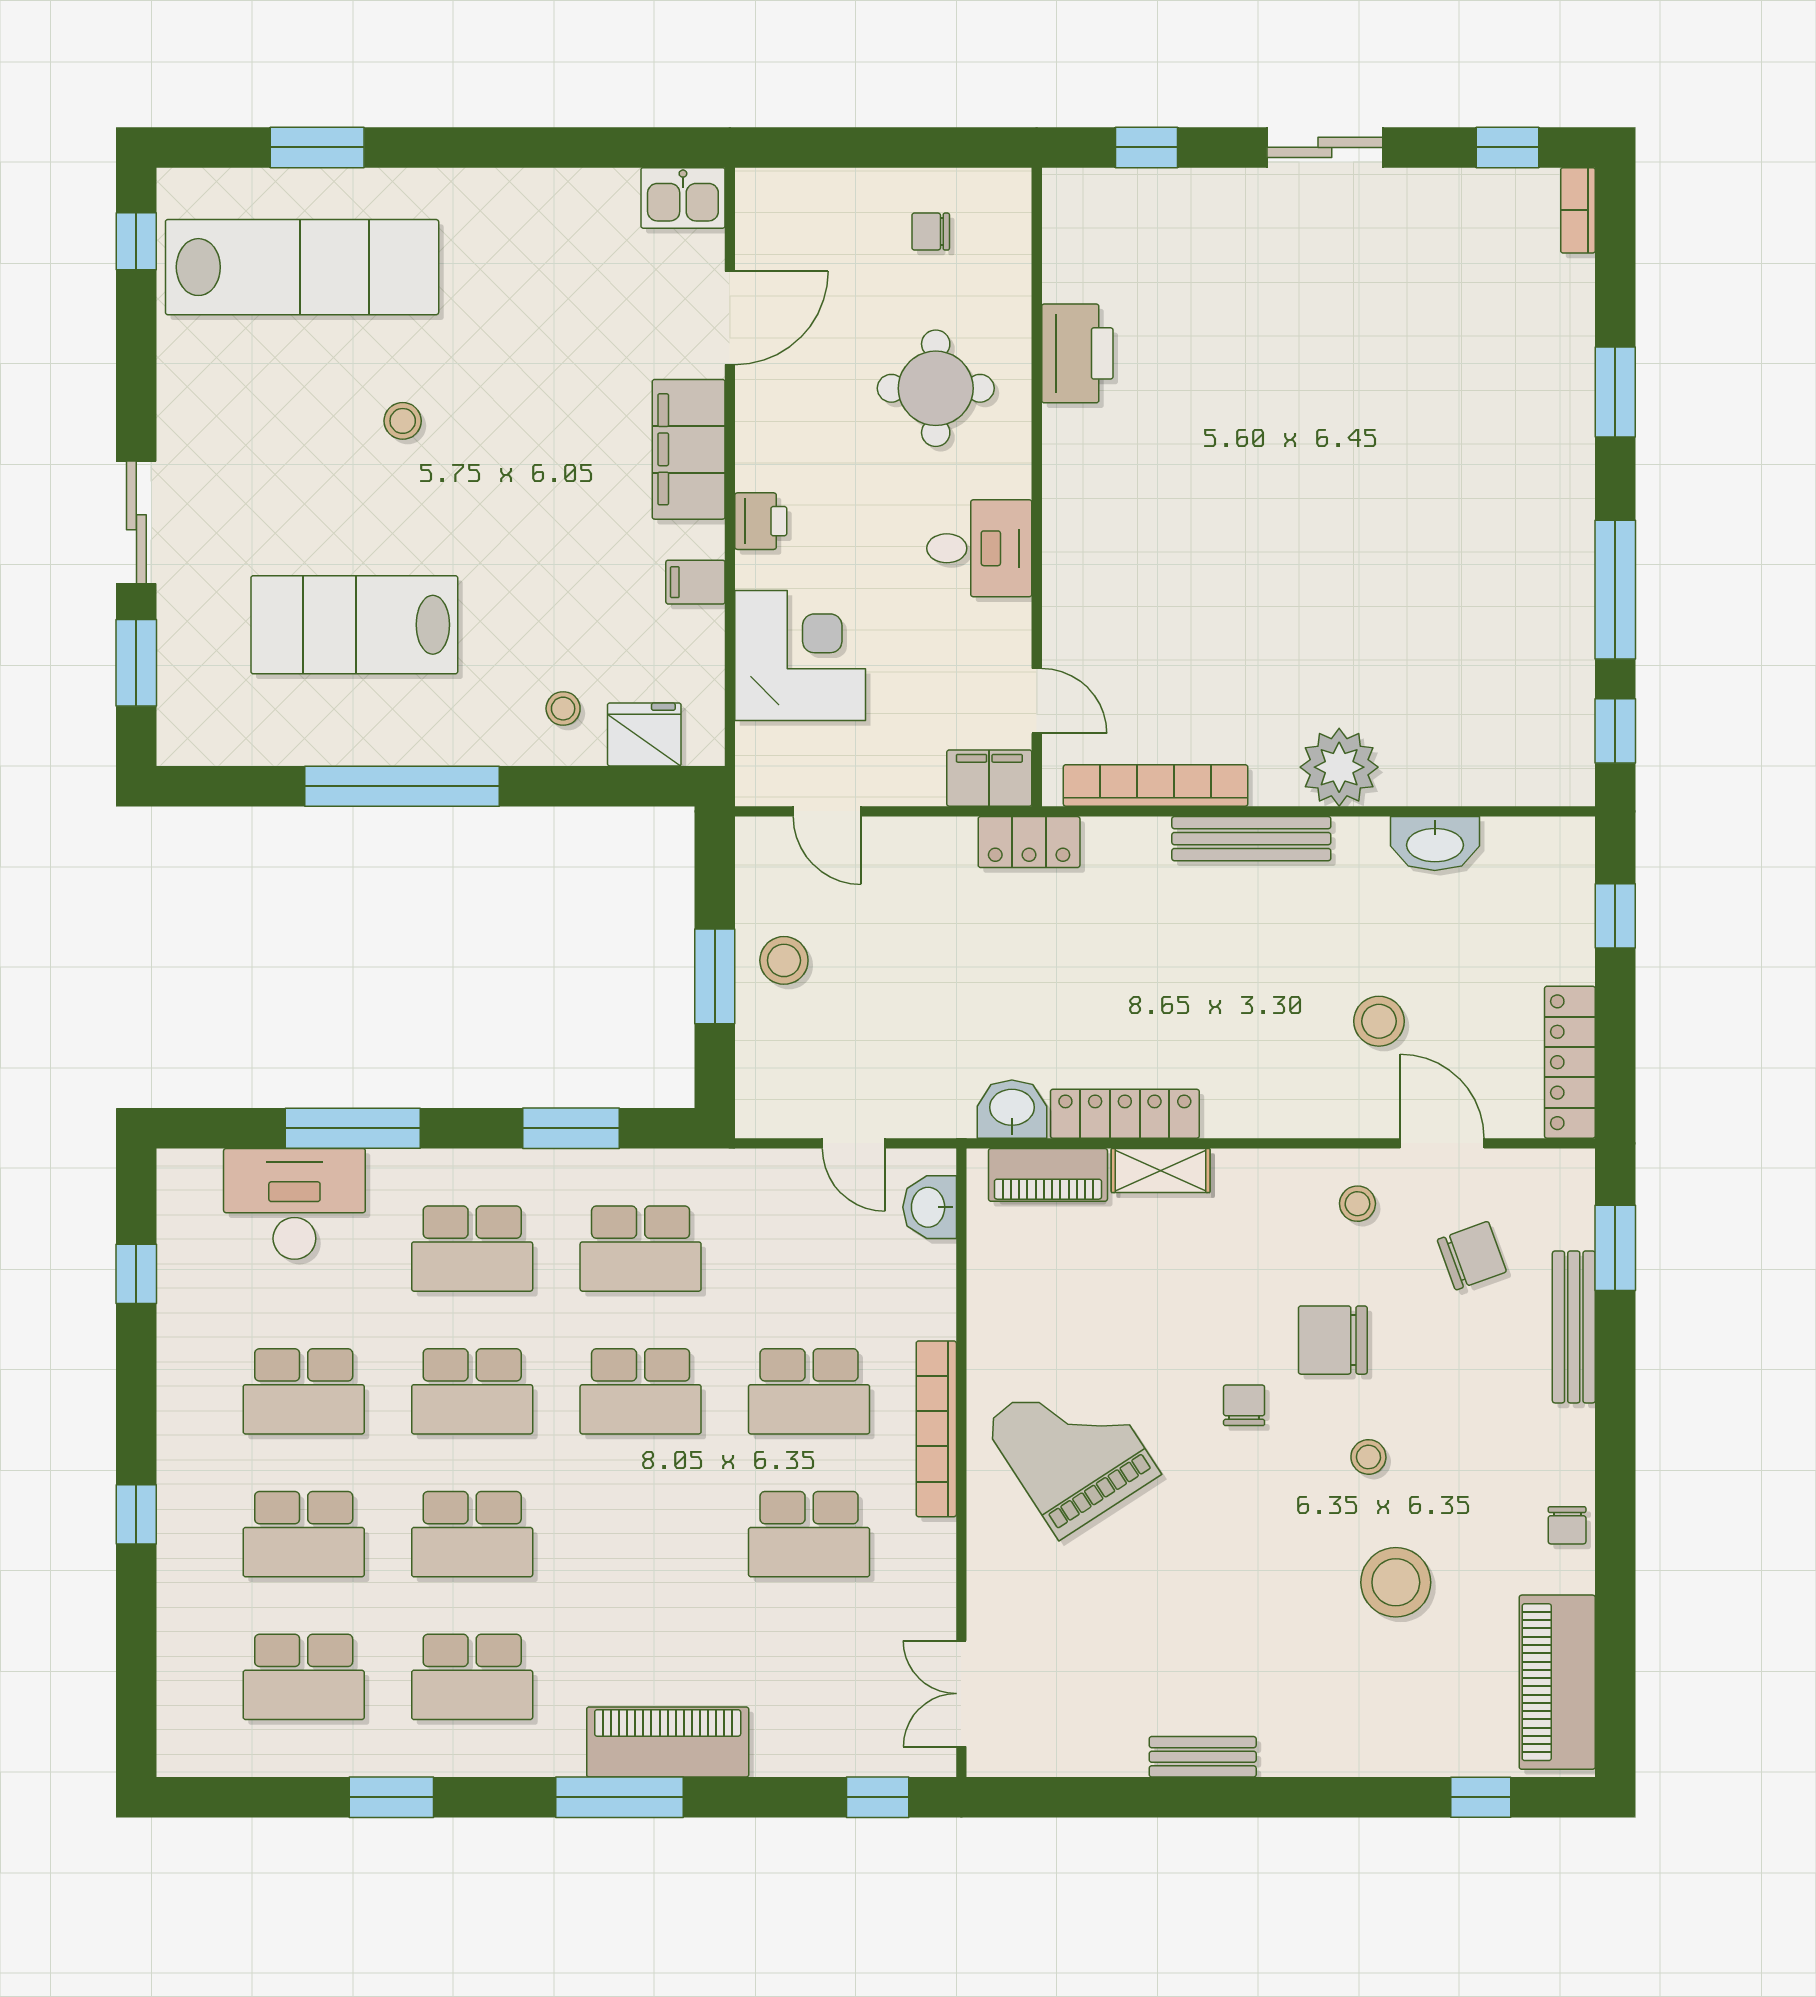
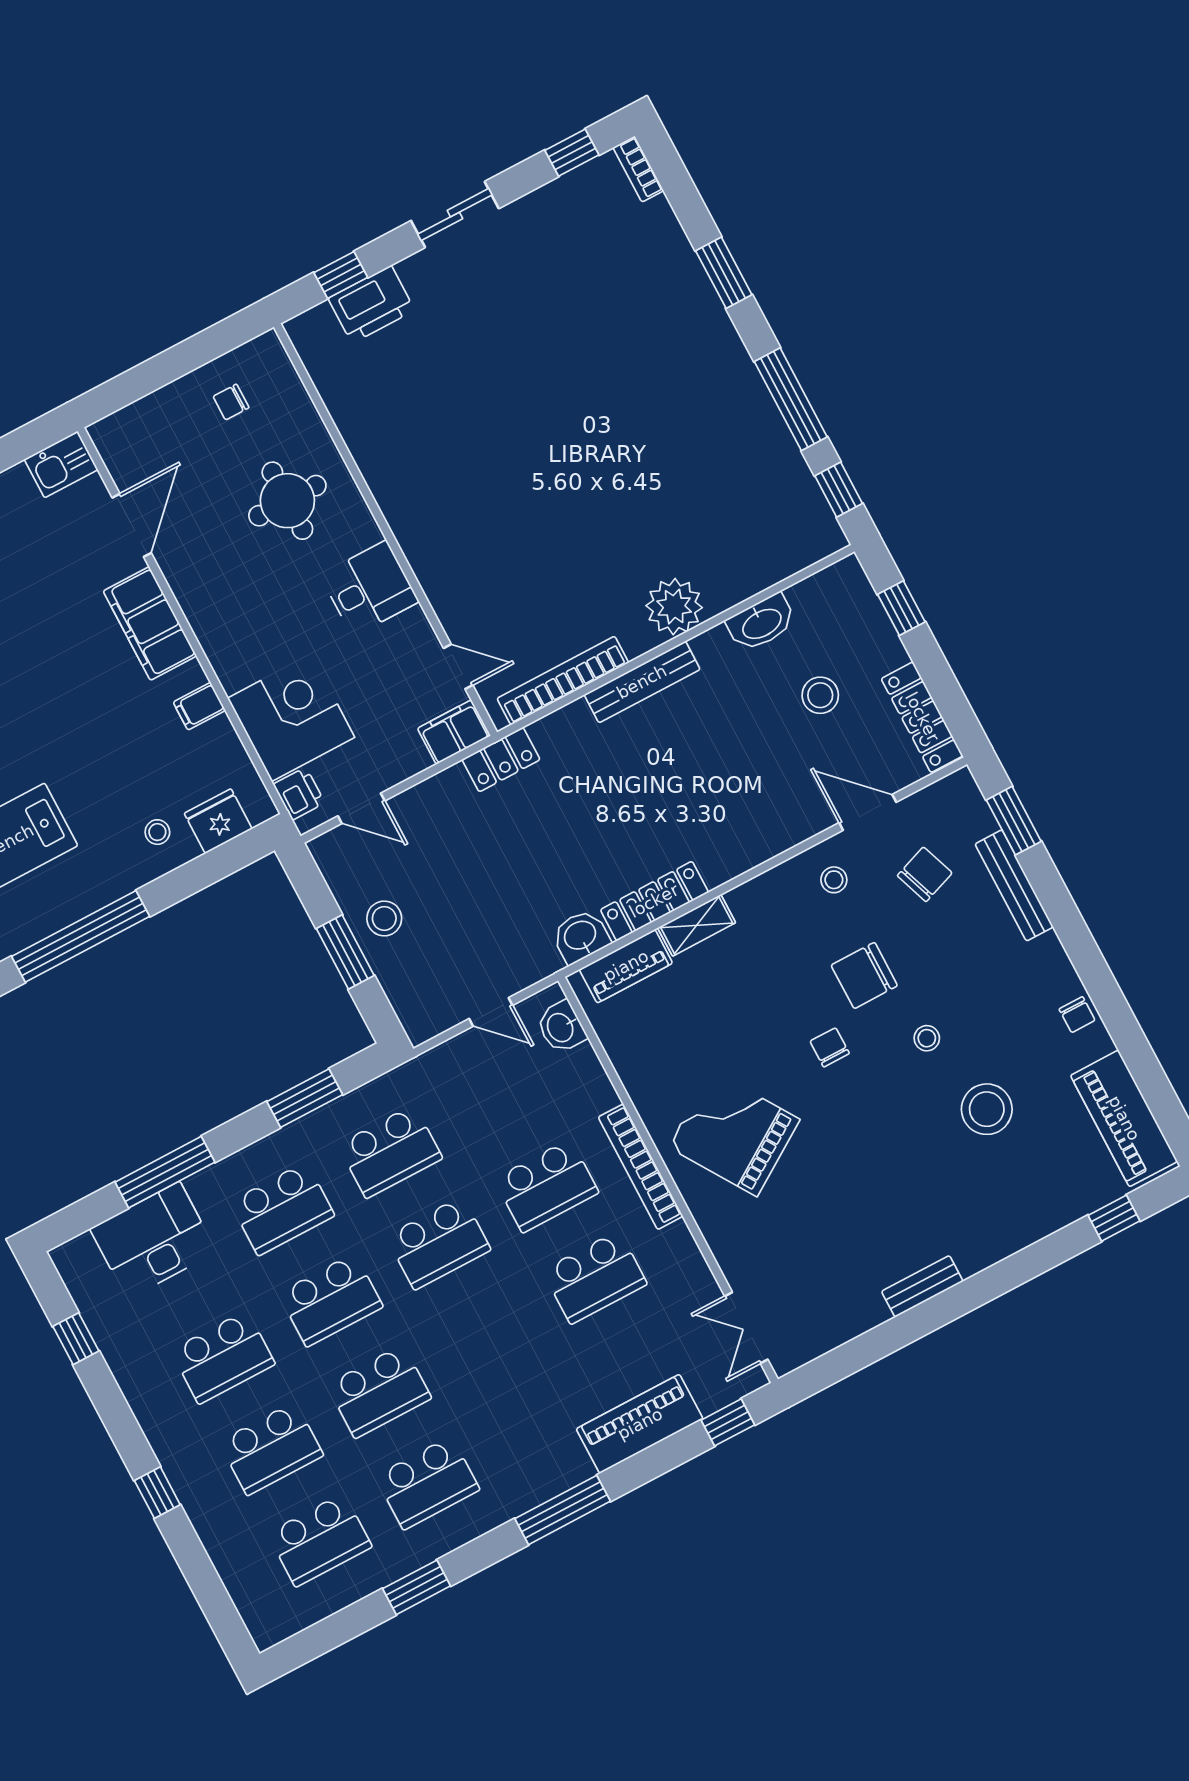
printer: (1077, 353) -> (371, 304), moved, turned 90
printer: (761, 521) -> (299, 794), moved
stool: (1379, 1021) -> (820, 695), moved
piano: (668, 1742) -> (640, 1424), moved

